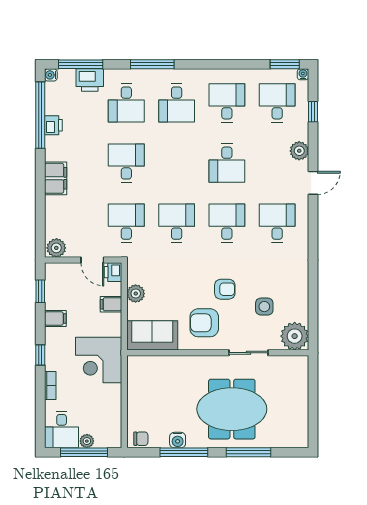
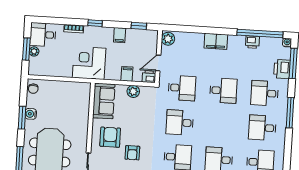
desk: (177, 223) -> (180, 123), turned 180
window: (84, 452) -> (26, 49), width x0.69
window: (184, 452) -> (22, 118), width x0.69

